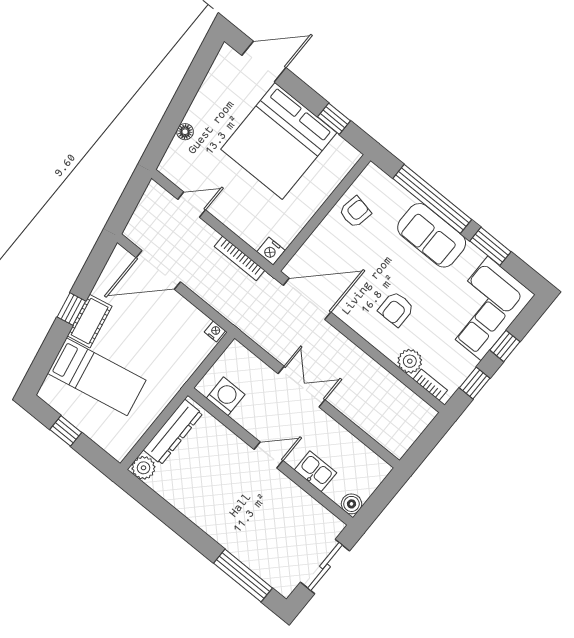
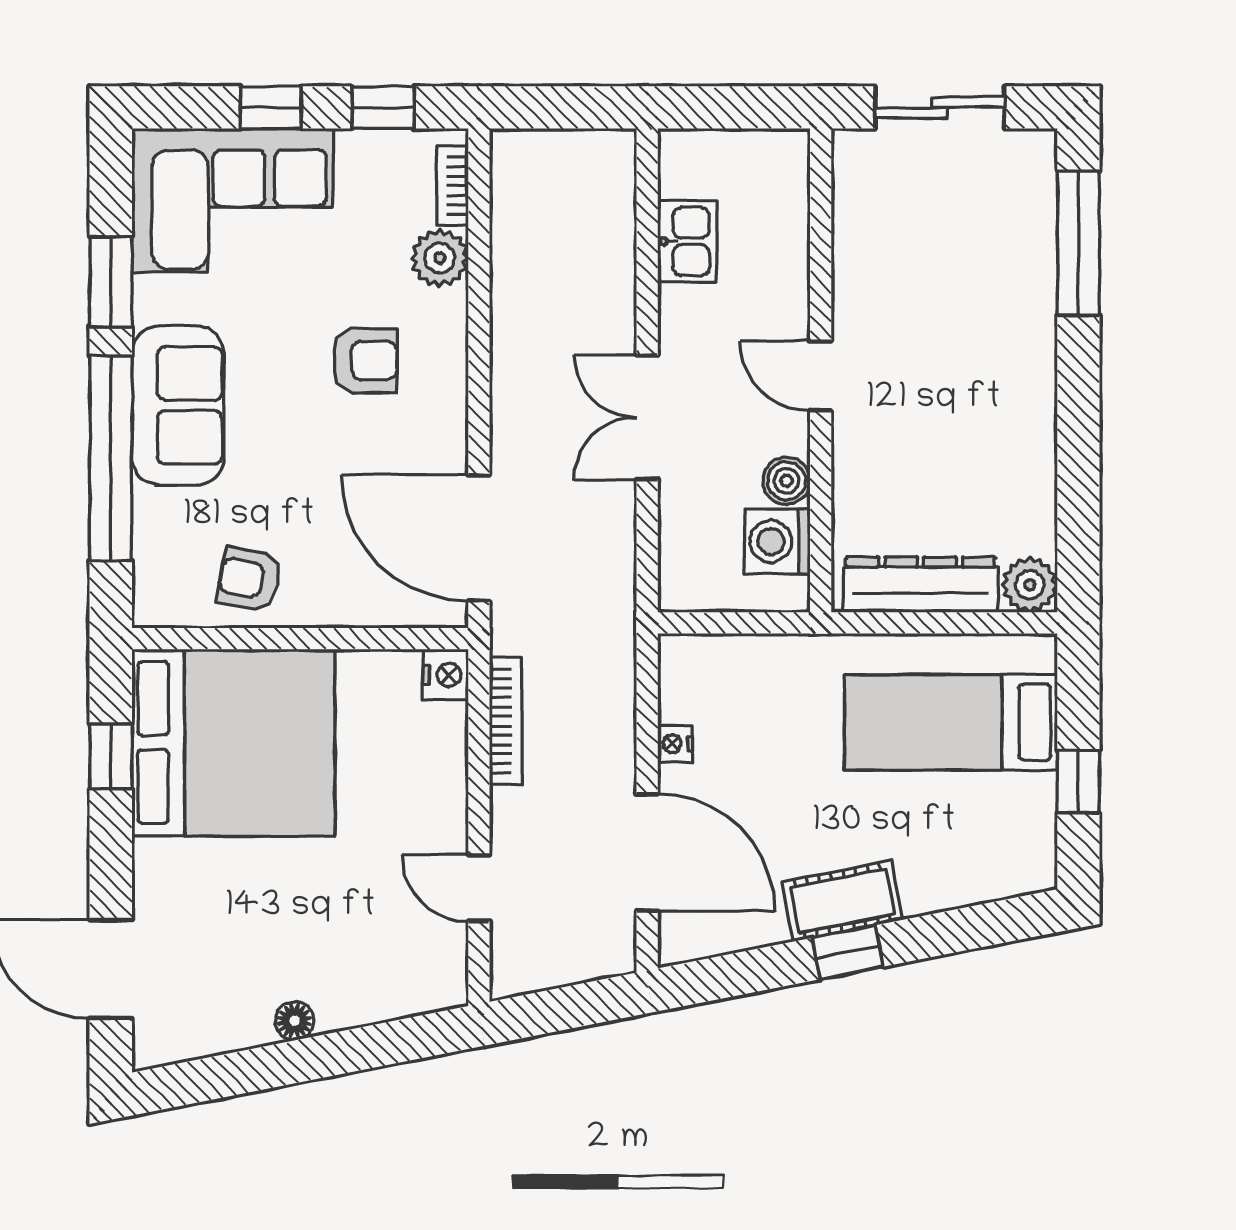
floor lamp: (185, 132) -> (295, 1021), moved
bed: (279, 141) -> (233, 742), moved
nightstand: (215, 331) -> (675, 744), moved
bed: (97, 377) -> (951, 722), moved, turned -79
kitchen sink: (315, 471) -> (687, 241), moved, turned 180
boiler: (351, 504) -> (786, 481), moved

